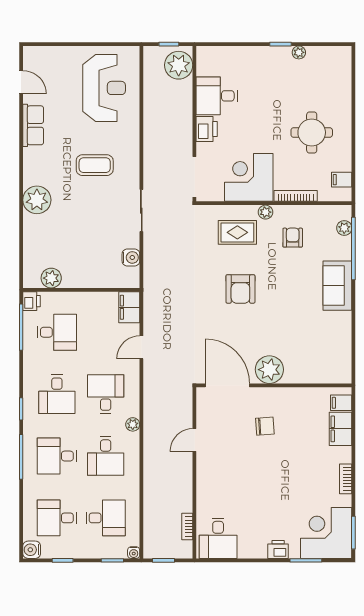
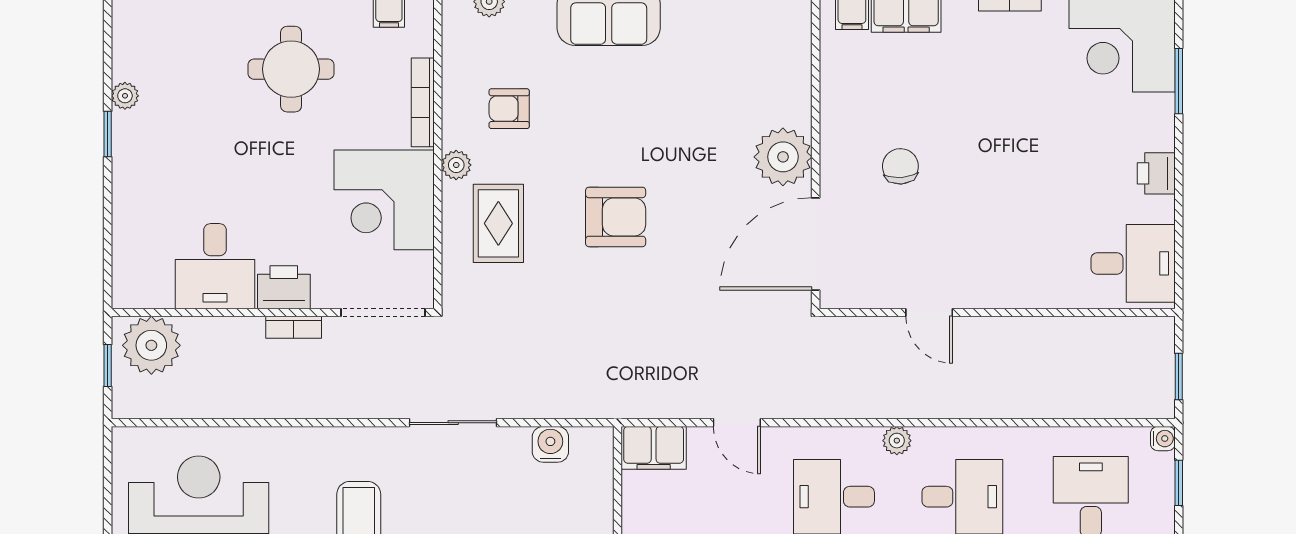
bookcase: (187, 526) -> (294, 327), moved
printer: (278, 549) -> (1156, 173), moved

